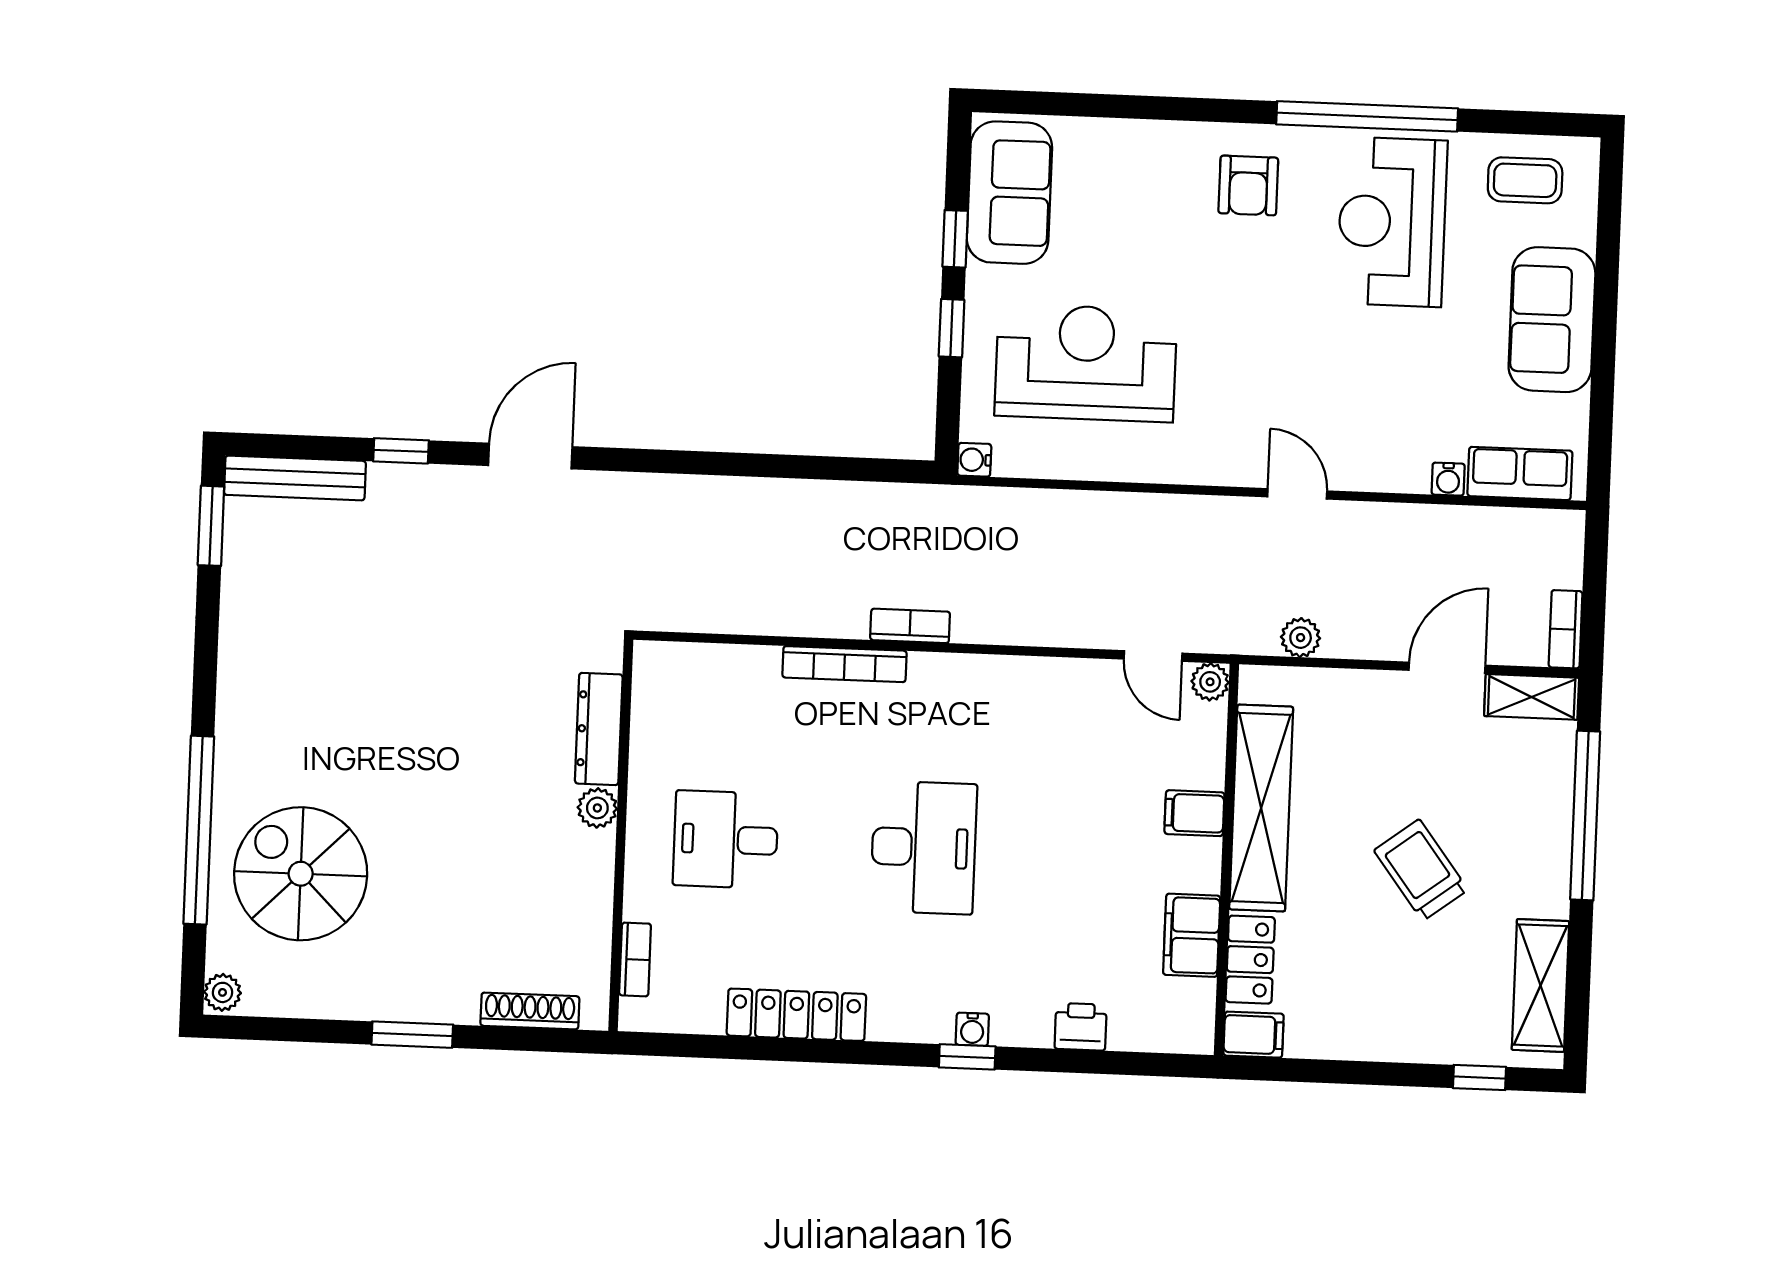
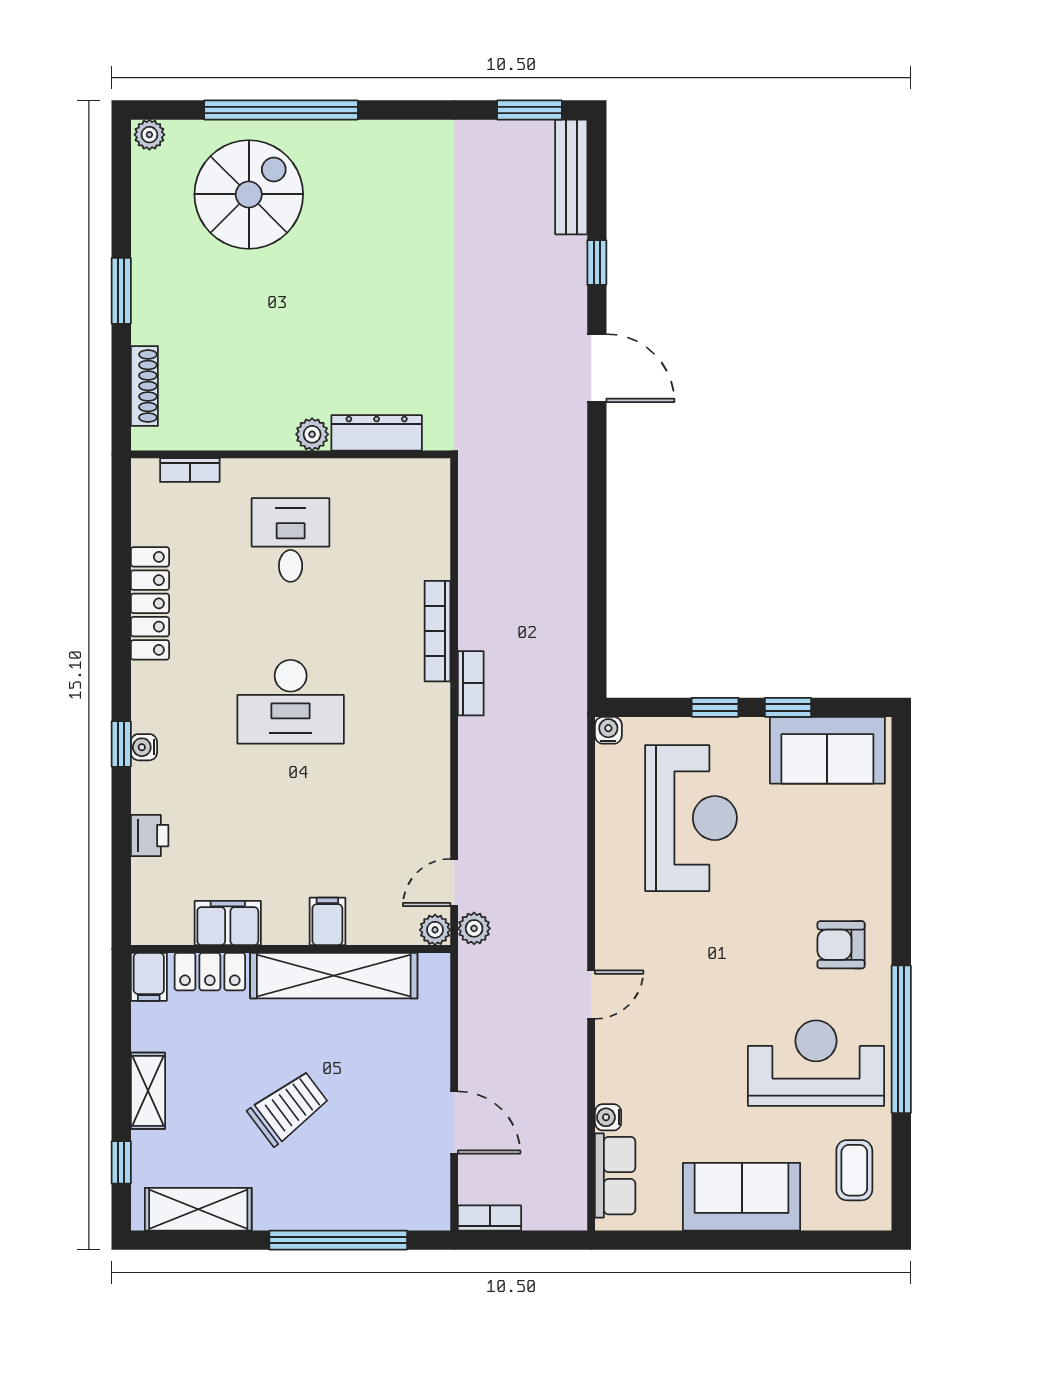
plant: (1301, 638) -> (474, 928), moved
shelving: (1532, 697) -> (148, 1091), moved

